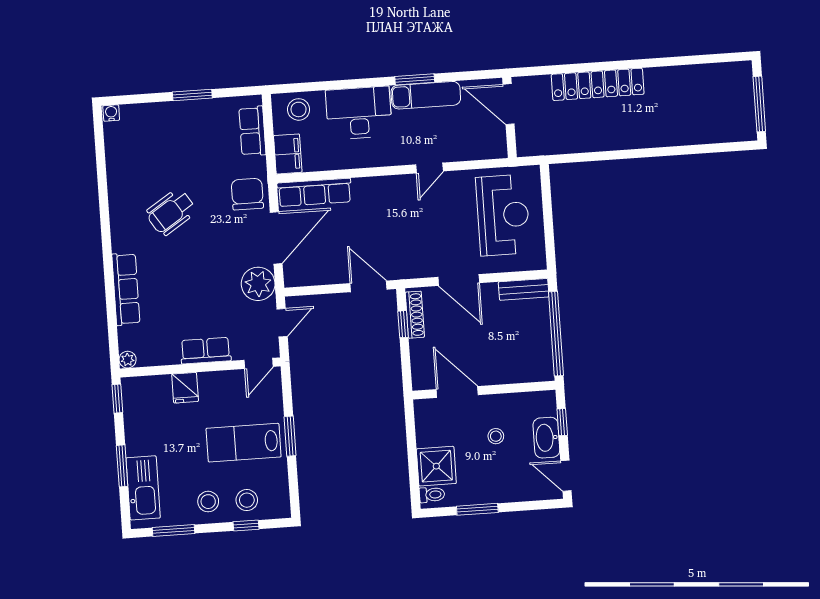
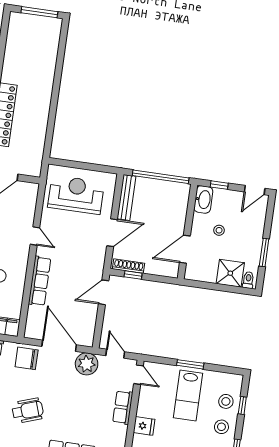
row of seats: (314, 192) -> (40, 281), moved
wheelchair: (171, 212) -> (28, 411), turned -76
bench: (524, 289) -> (126, 198), width x1.36
washbasin: (546, 438) -> (203, 199), moved, turned -90

